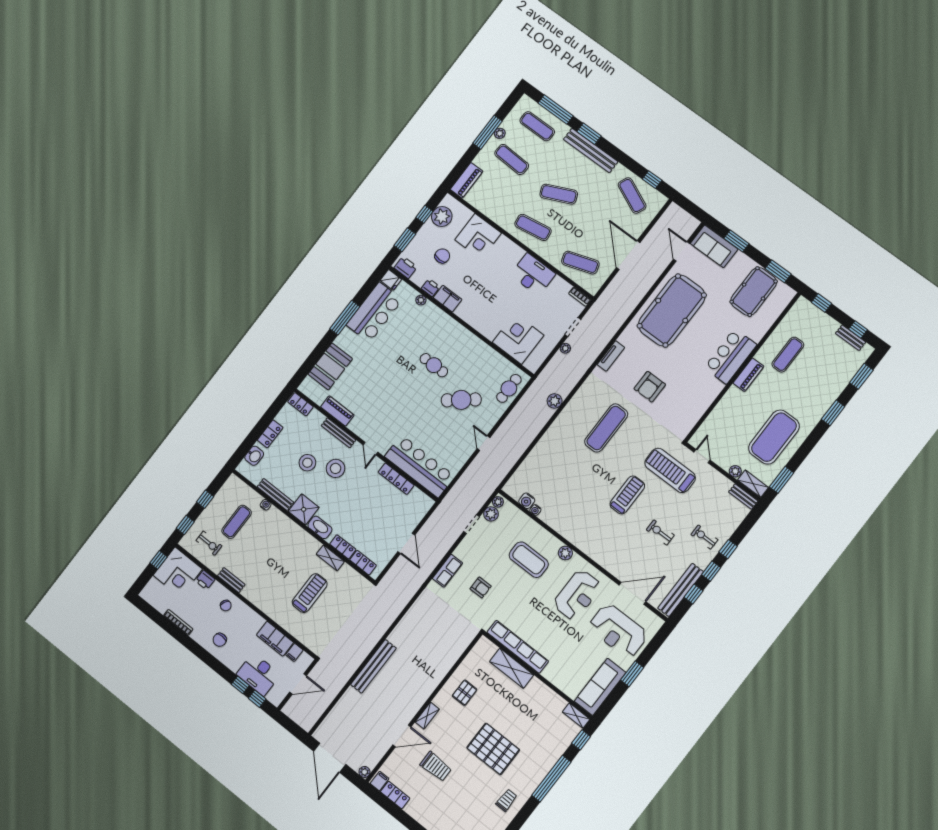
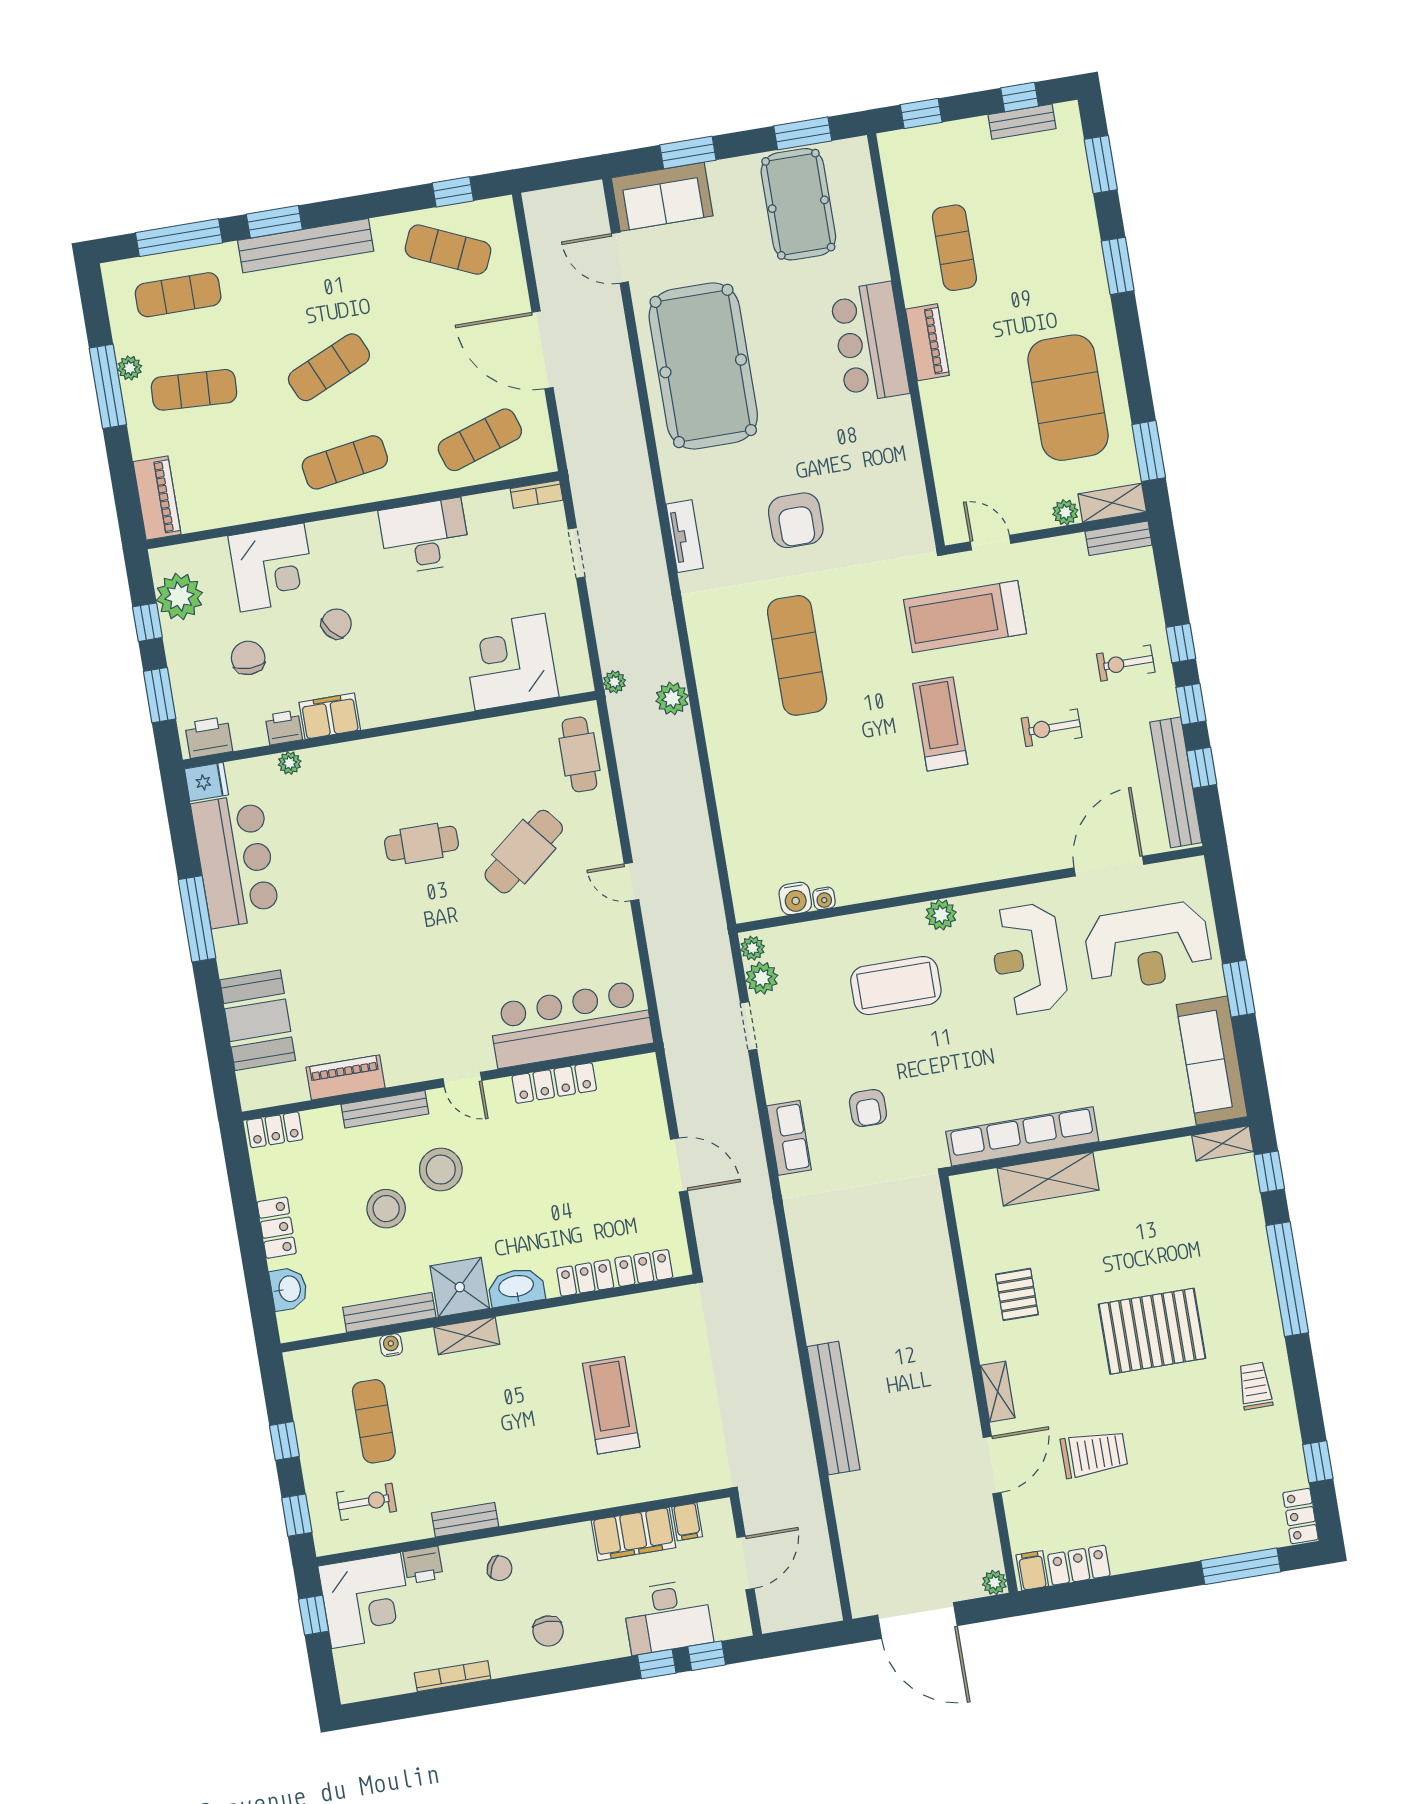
chair: (479, 273) -> (336, 624), added
plant: (565, 348) -> (614, 682), moved
shelving: (330, 558) -> (467, 1336), moved
armchair: (481, 588) -> (868, 1108), turned 90
reception desk: (577, 595) -> (1028, 959), turned 180

